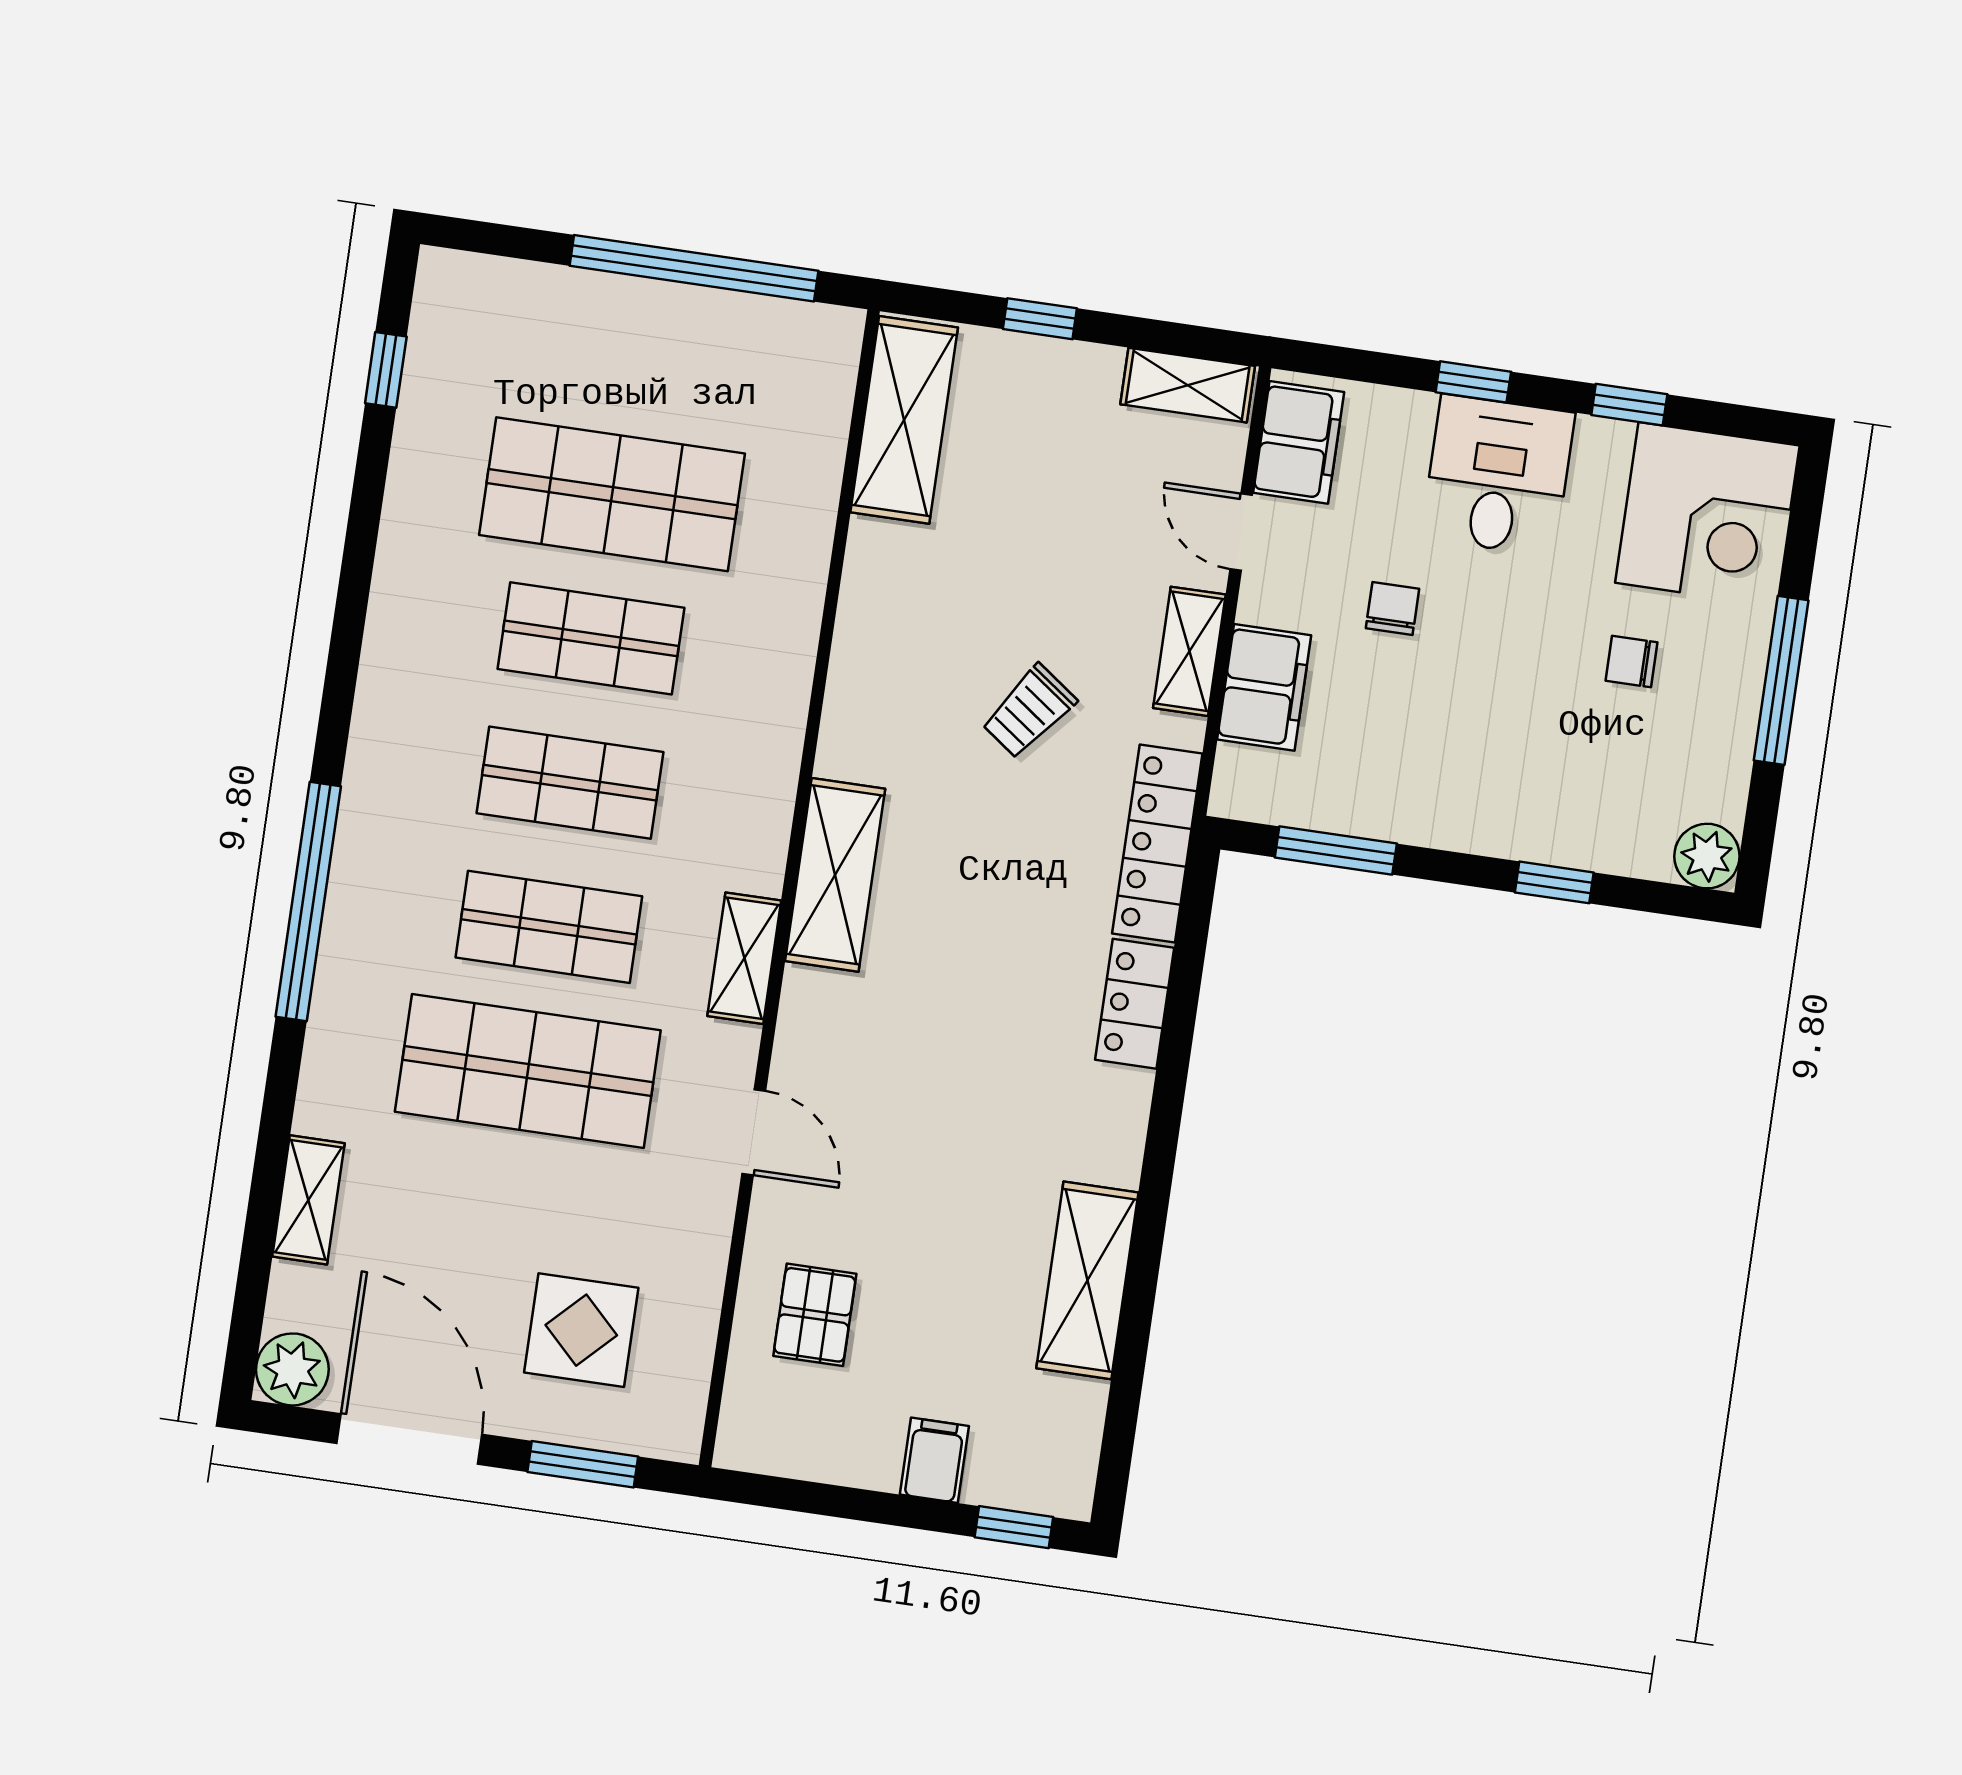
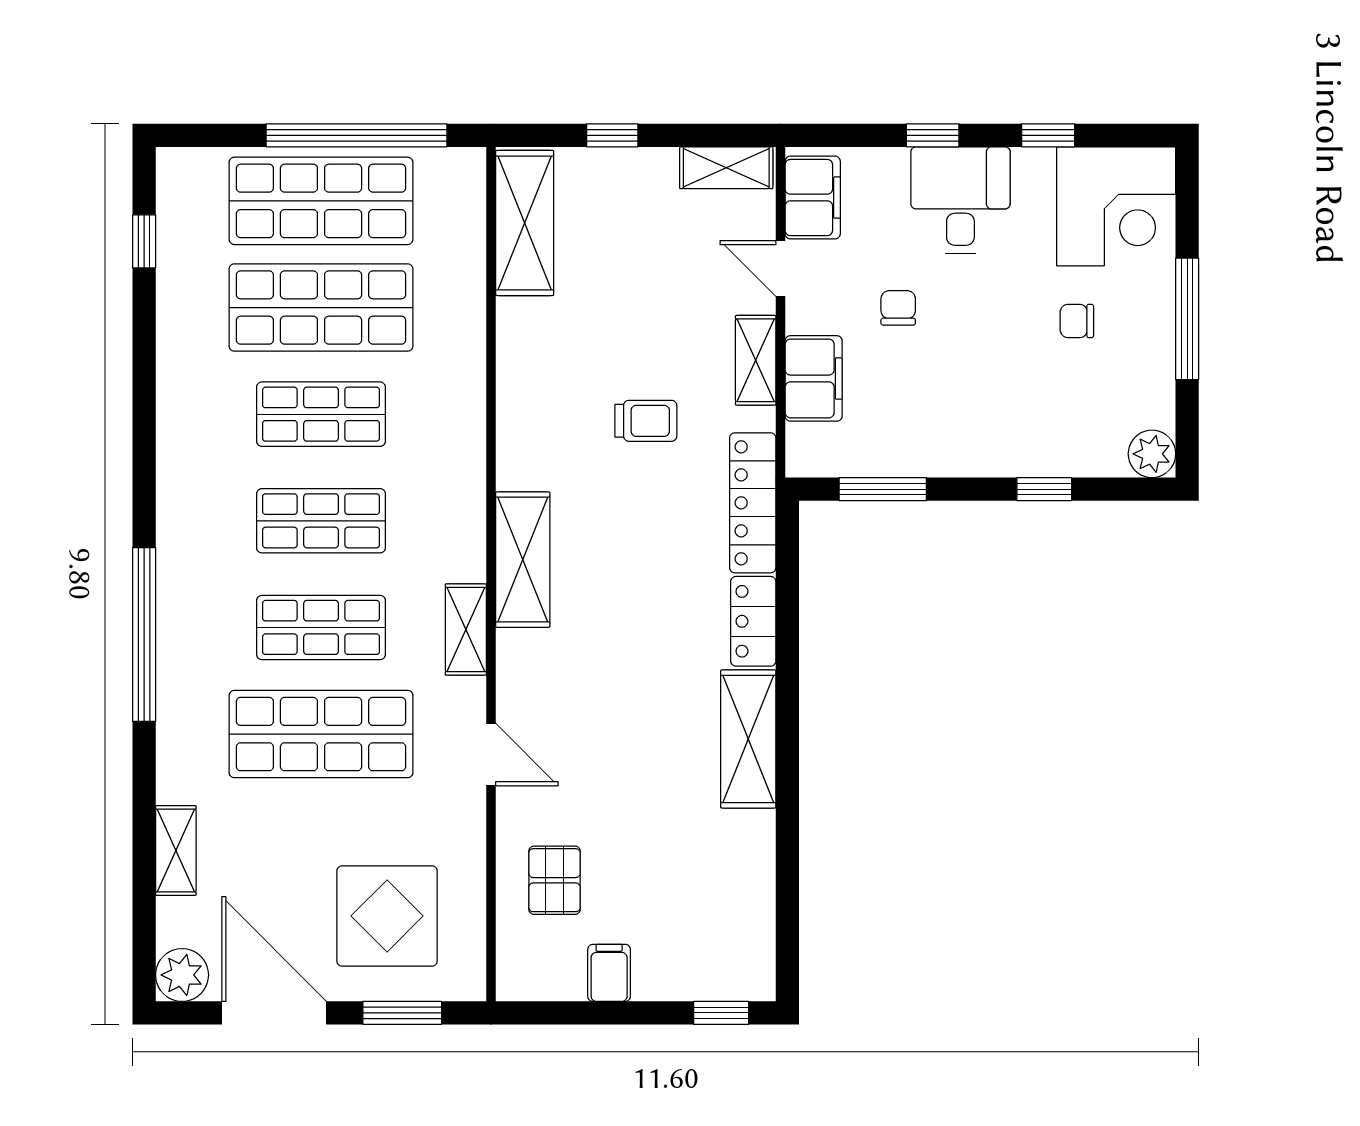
shop shelf: (633, 350) -> (321, 201), added
trolley: (1029, 711) -> (646, 421), turned -126
shelving: (1087, 1280) -> (748, 739), moved
display table: (581, 1330) -> (387, 916), width x1.36, depth x1.36
filing cabinet: (934, 1460) -> (609, 973), moved

